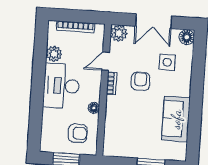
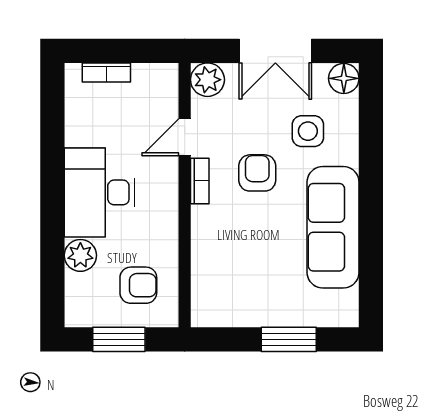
bookcase: (75, 27) -> (106, 72), width x0.64
plant: (54, 54) -> (80, 255), moved
floor lamp: (94, 108) -> (167, 232), removed
sofa: (176, 119) -> (333, 227), width x1.36

